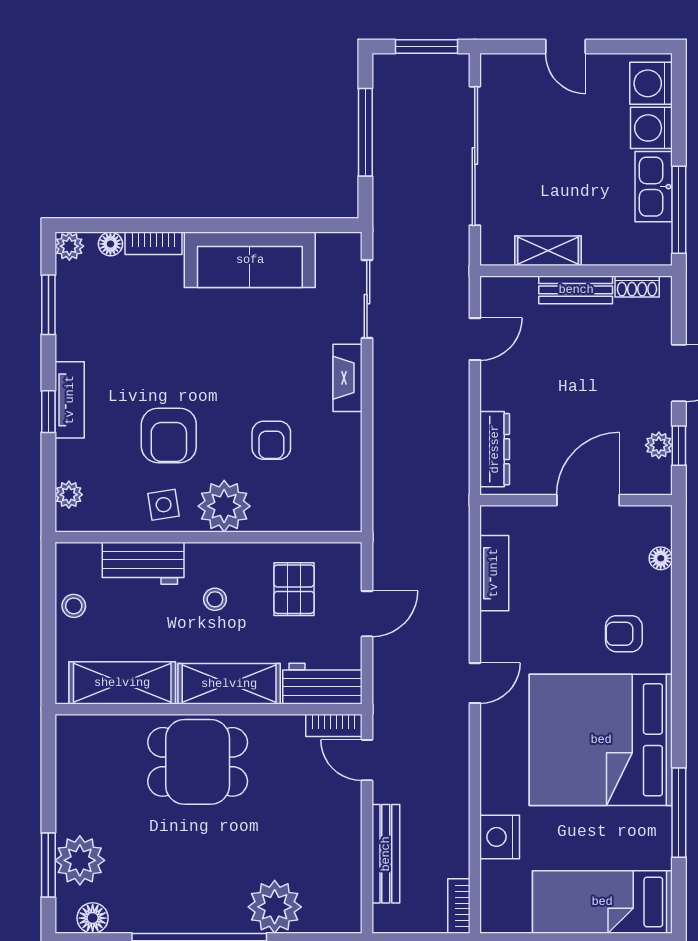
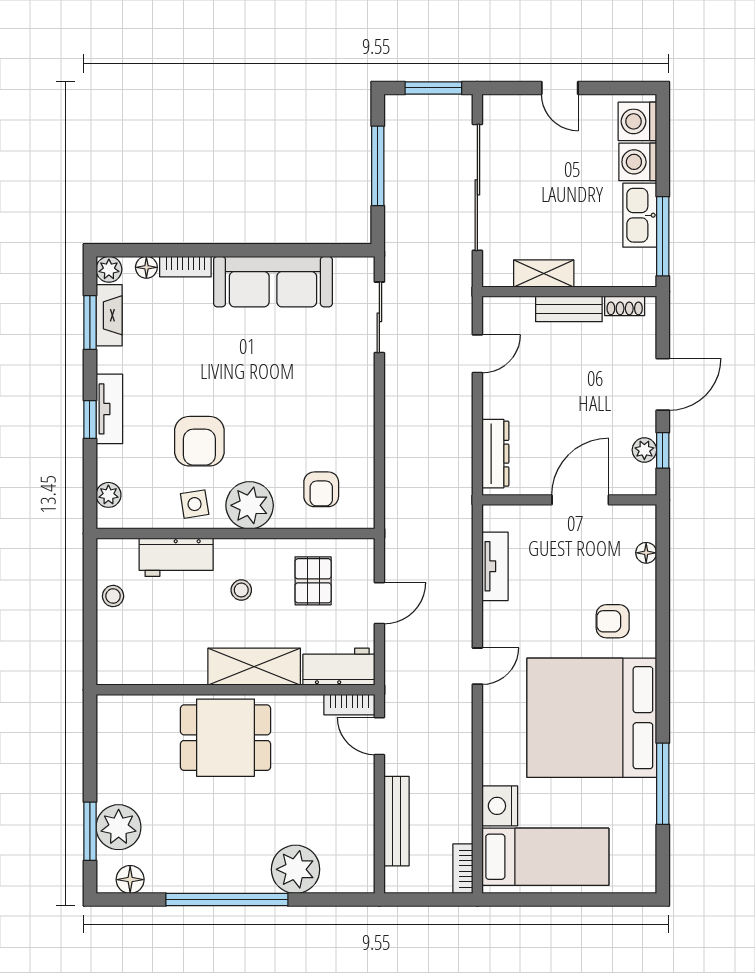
fireplace: (347, 378) -> (109, 315), moved, turned 180
armchair: (271, 440) -> (321, 489), moved
shelving: (122, 683) -> (157, 666), removed
bed: (602, 902) -> (545, 857), moved, turned 180

